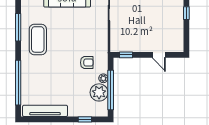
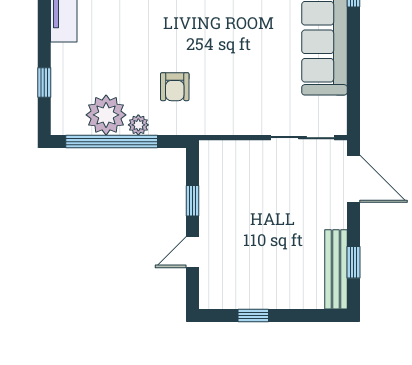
window: (186, 13) -> (253, 315), moved
window: (126, 55) -> (192, 201), moved

